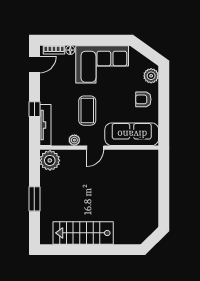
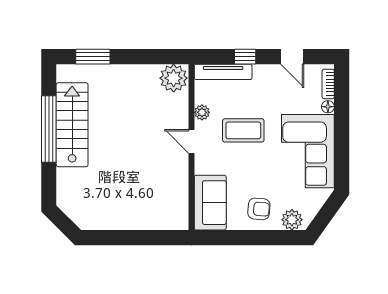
door: (34, 64) -> (292, 57), moved
armchair: (143, 99) -> (259, 209), turned 95
sofa: (132, 134) -> (210, 203), width x0.73
window: (34, 199) -> (93, 57), moved
window: (86, 250) -> (49, 129), added

